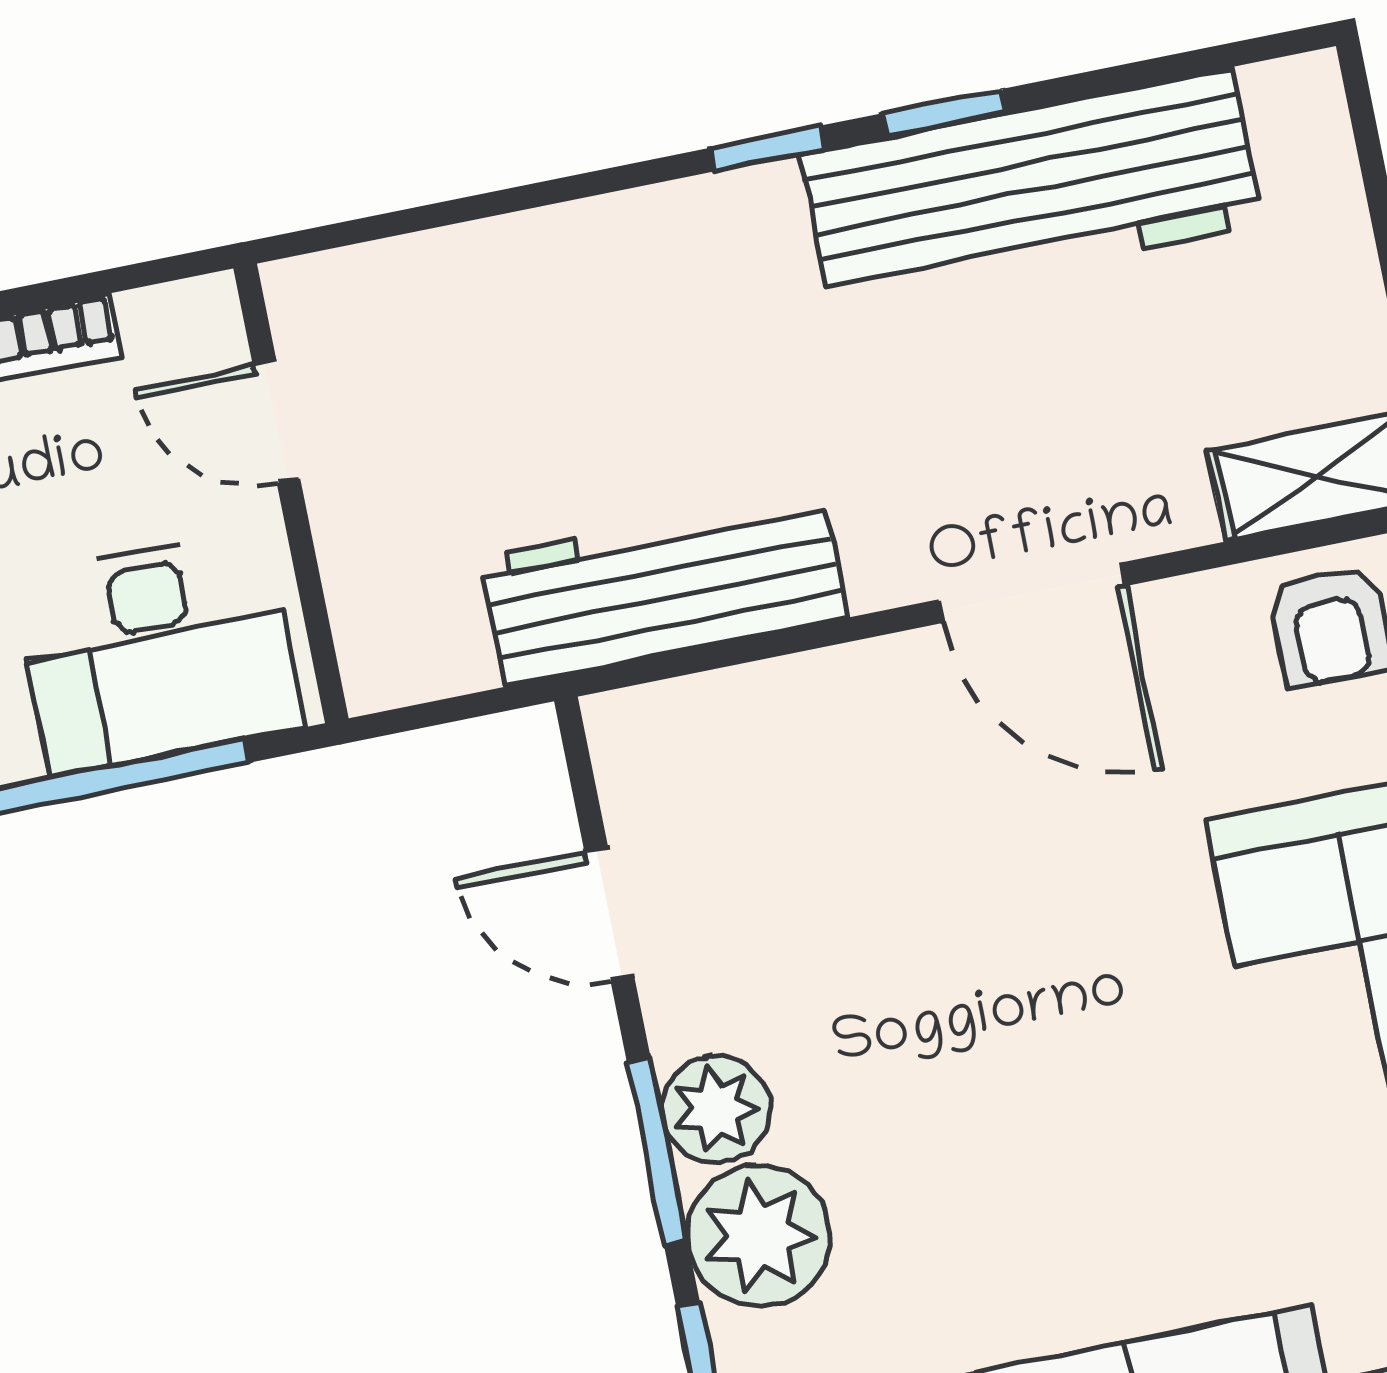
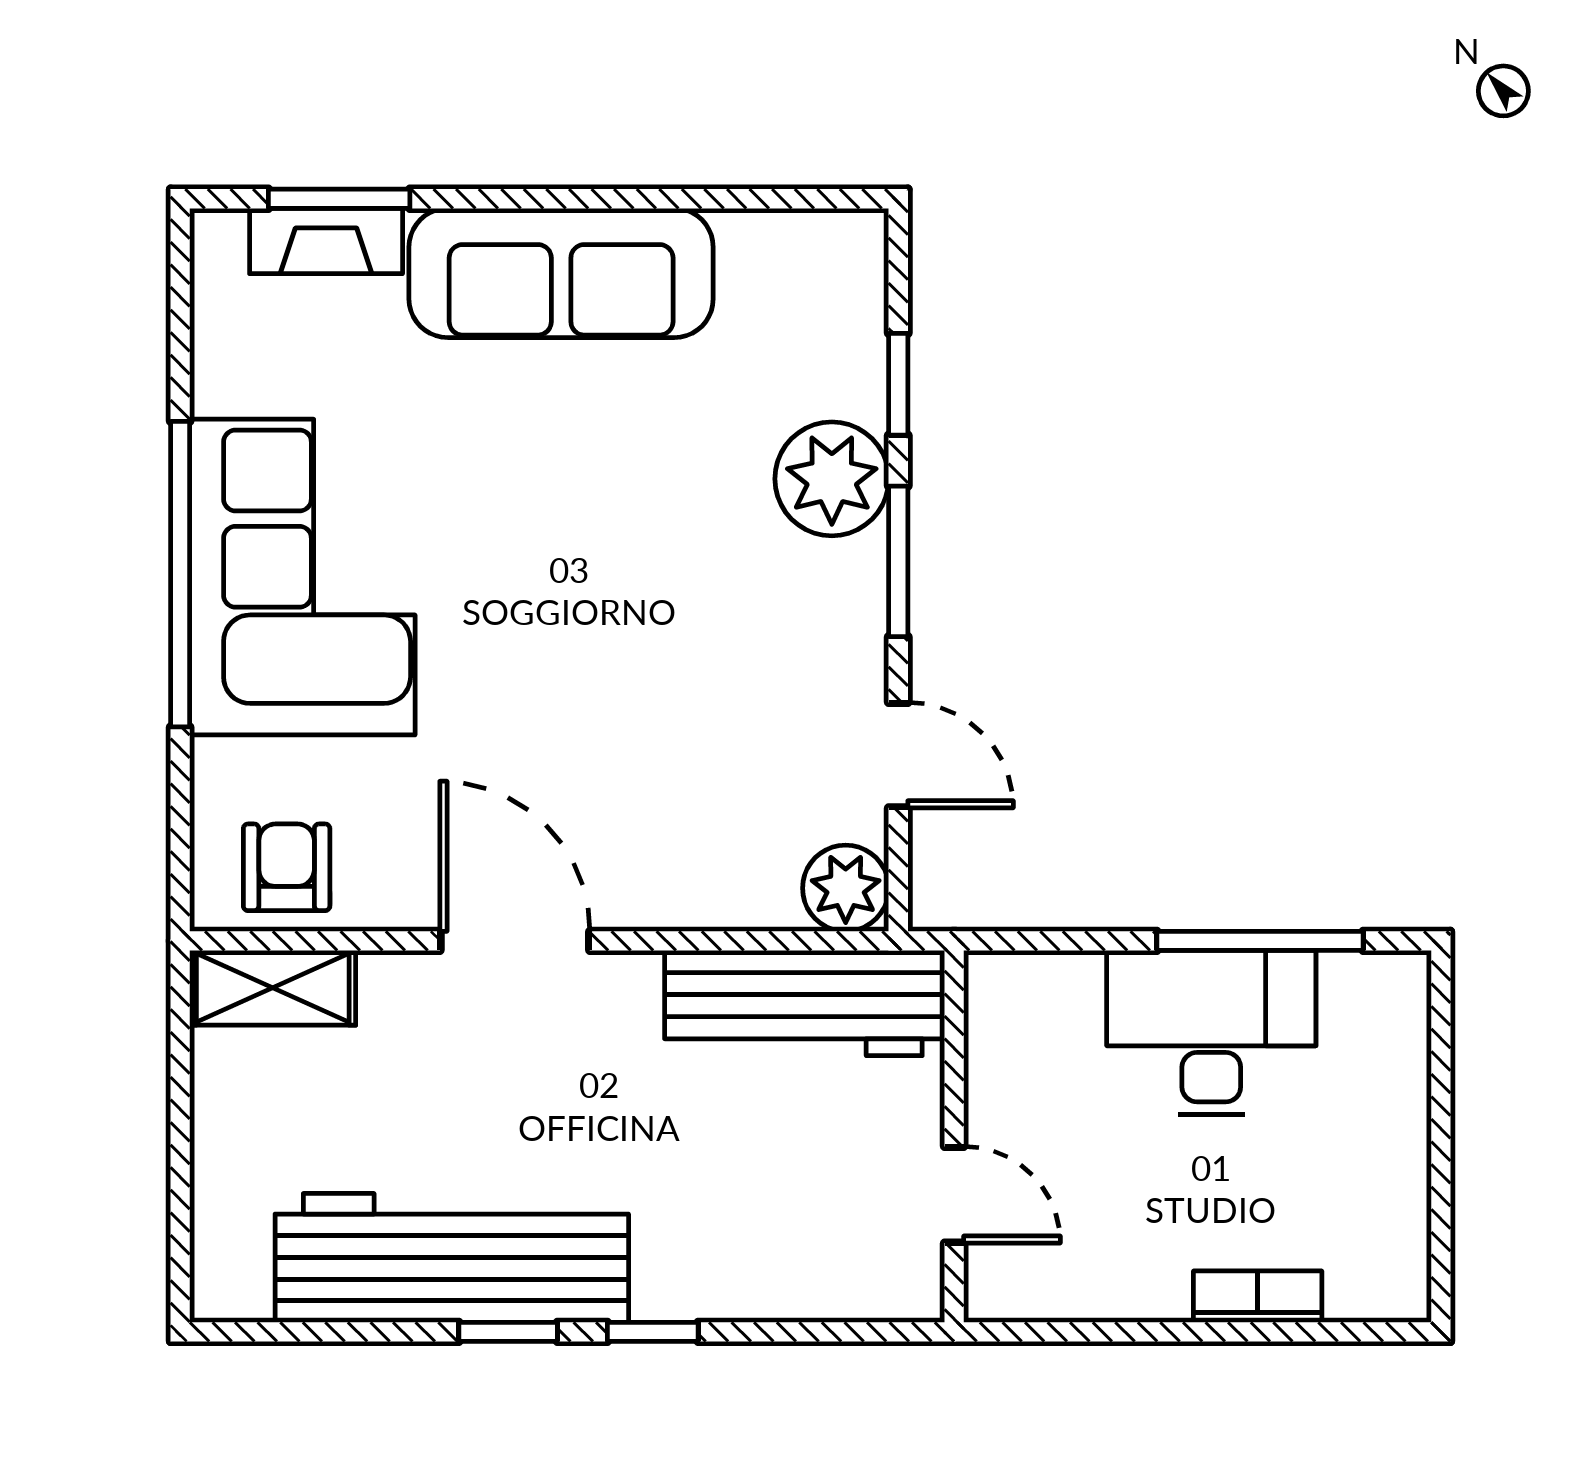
door: (277, 422) -> (954, 1195), moved
wall: (291, 493) -> (954, 1136), moved
plant: (716, 1109) -> (846, 888), moved

